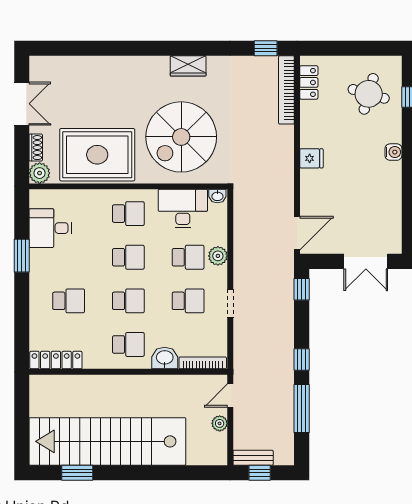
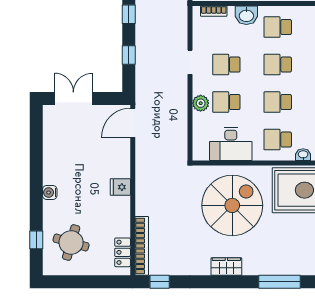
window: (126, 48) -> (279, 282), added
washbasin: (217, 196) -> (303, 155), moved
window: (302, 289) -> (129, 55), moved
bookcase: (203, 363) -> (214, 11), width x0.64

